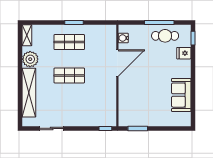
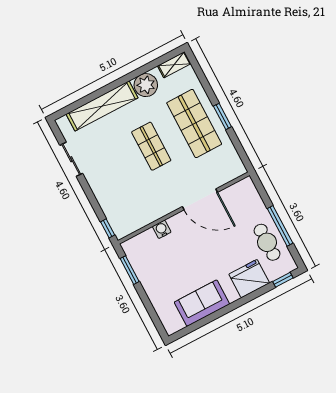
water cooler: (123, 38) -> (162, 229), moved
shop shelf: (69, 42) -> (194, 124), width x1.43, depth x1.36
fridge: (184, 53) -> (249, 279), width x1.88, depth x1.34

